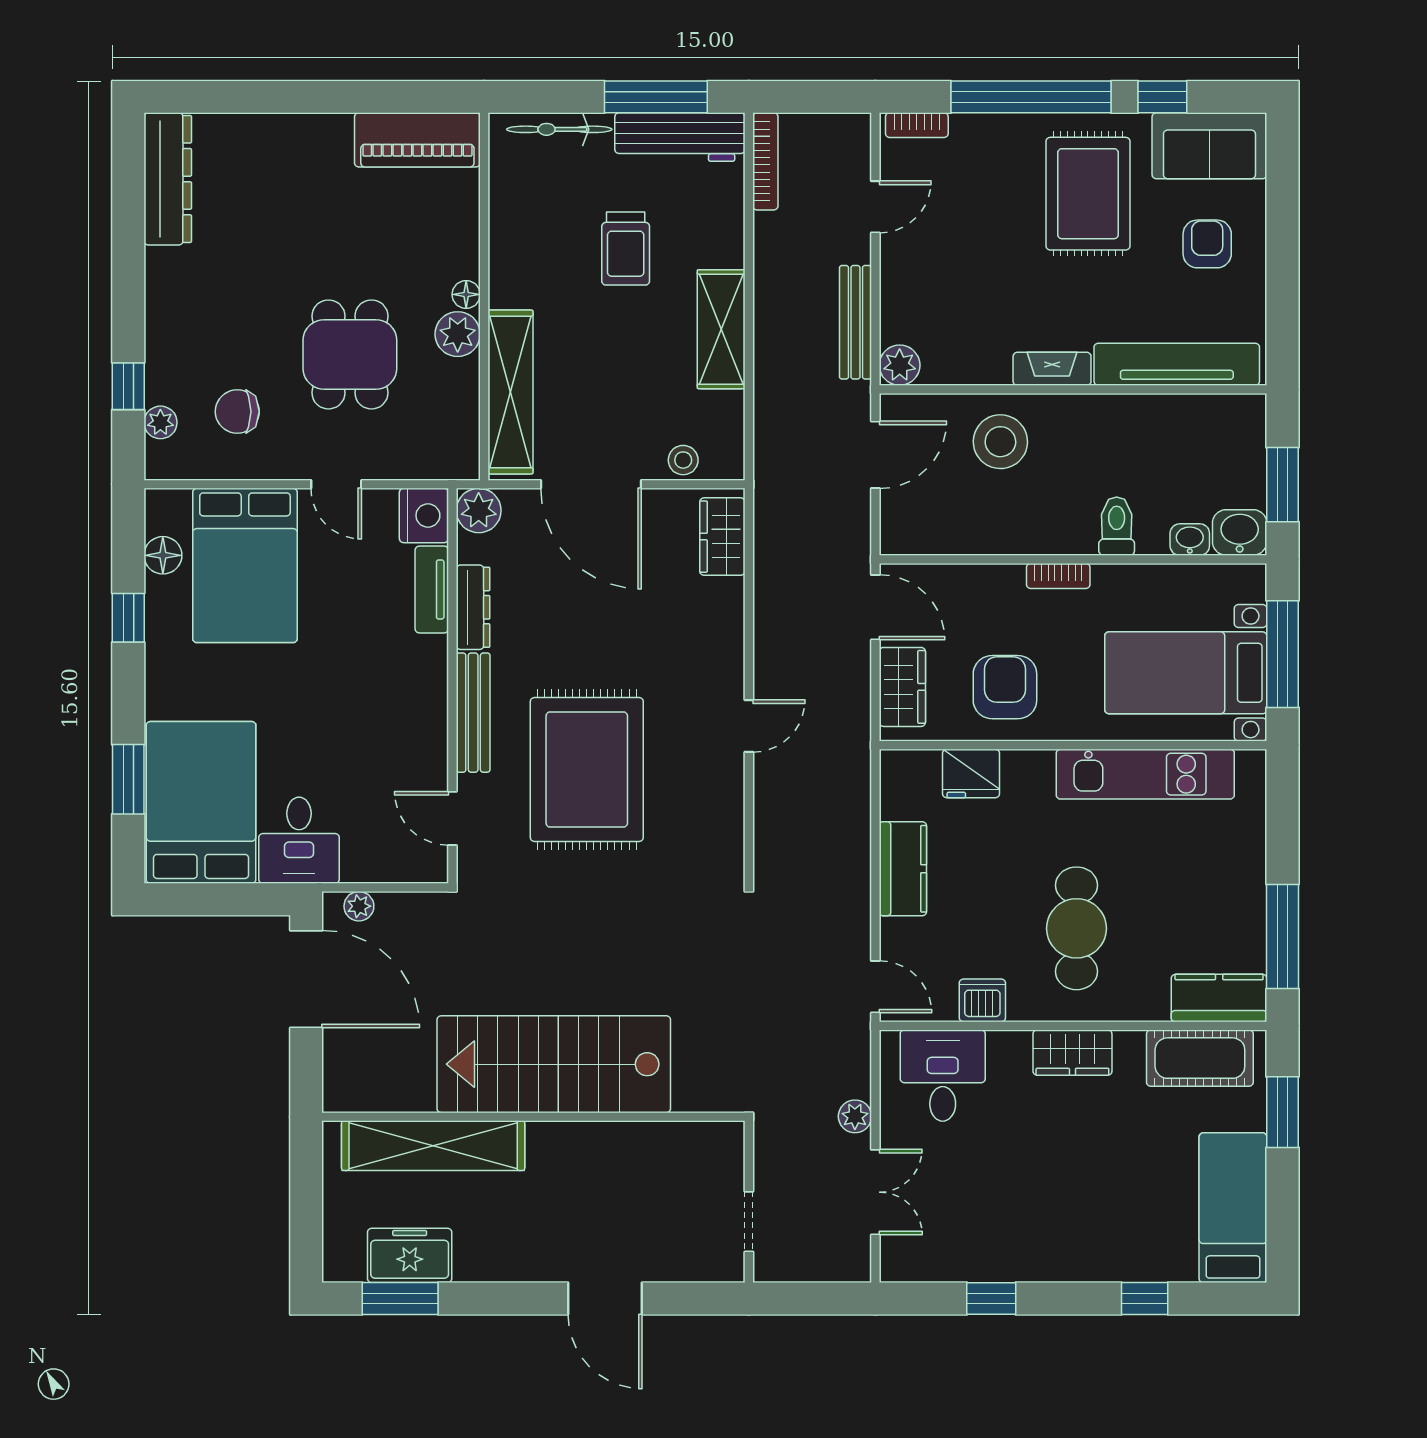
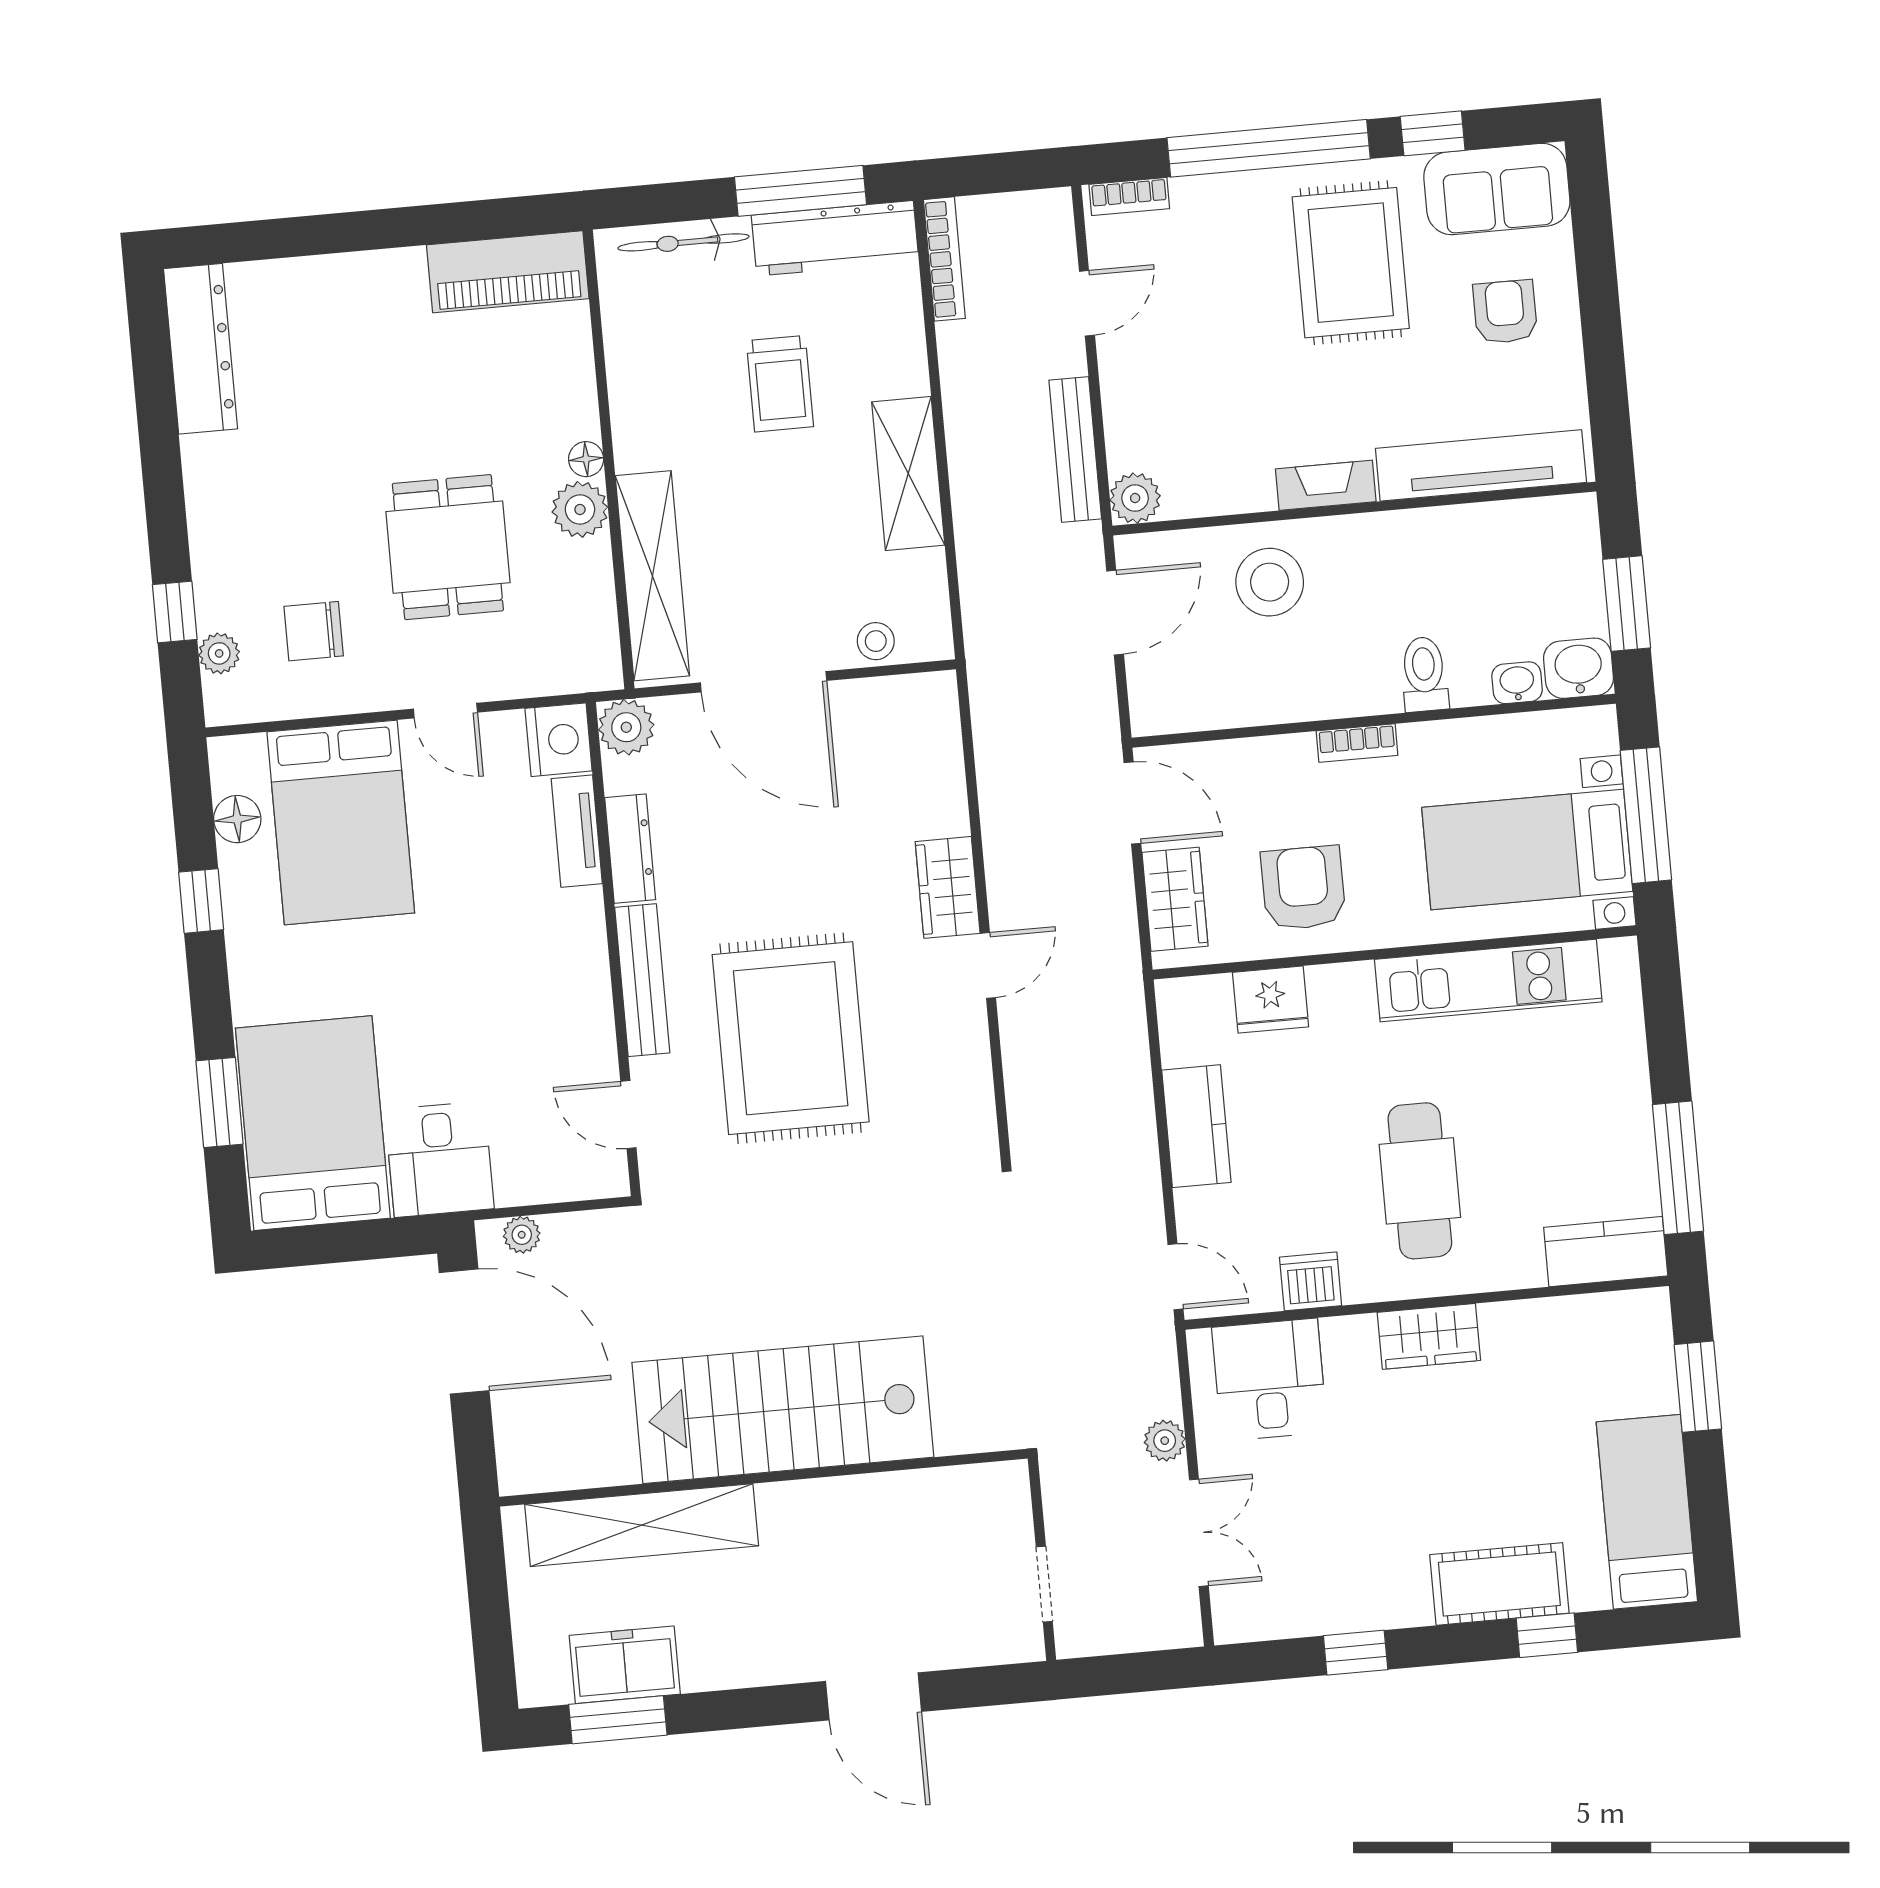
wardrobe: (722, 537) -> (948, 887), moved
cot: (1200, 1058) -> (1499, 1584), moved

